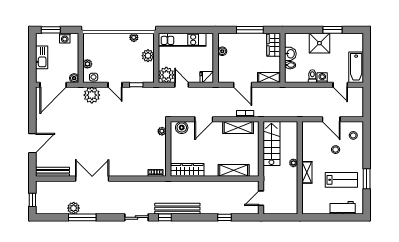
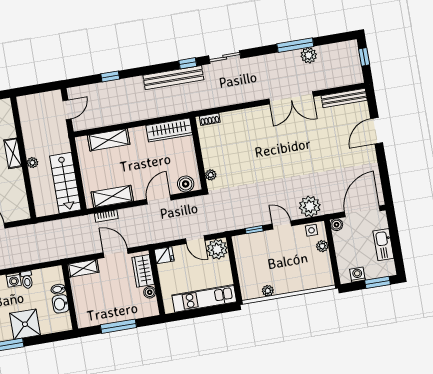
wardrobe: (274, 45) -> (143, 271), moved, turned 180
plant: (148, 56) -> (245, 270), removed

